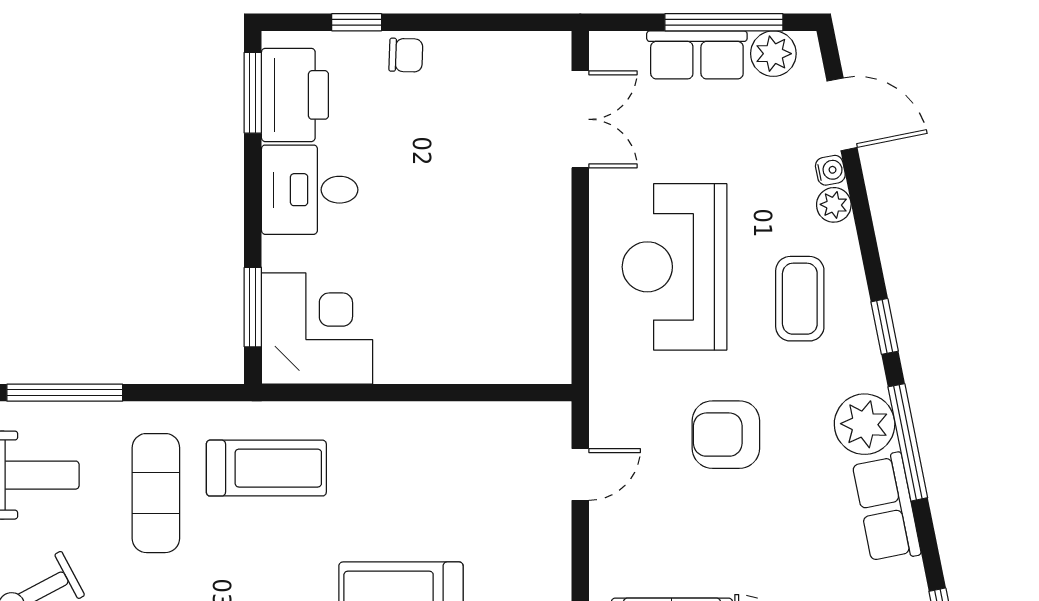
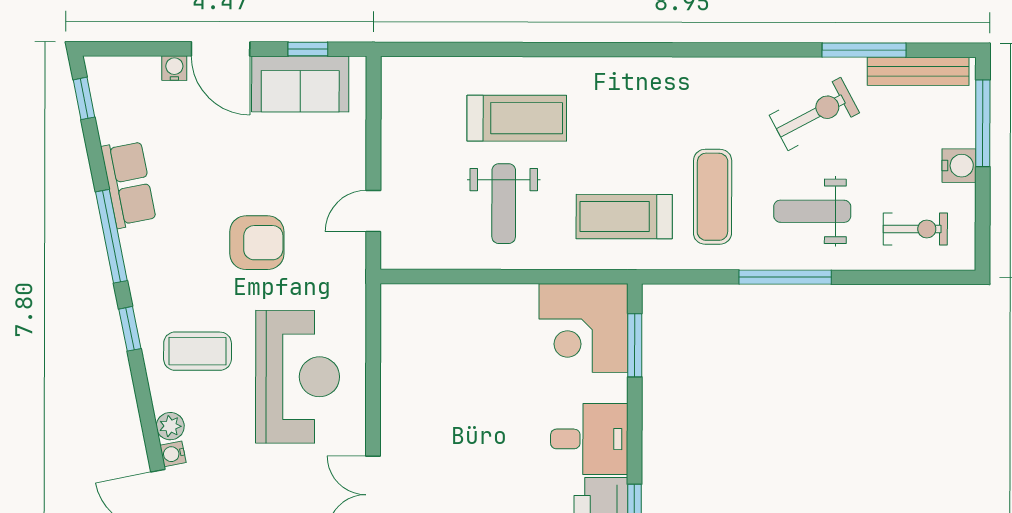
coffee table: (800, 299) -> (198, 351), turned 90
plant: (865, 424) -> (146, 251), removed
weight bench: (417, 484) -> (504, 204), added

